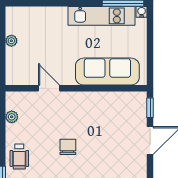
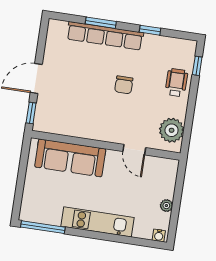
water cooler: (142, 12) -> (159, 235), moved
kitchen unit: (101, 16) -> (97, 222), moved
plant: (12, 117) -> (172, 130), width x1.87, depth x1.87

